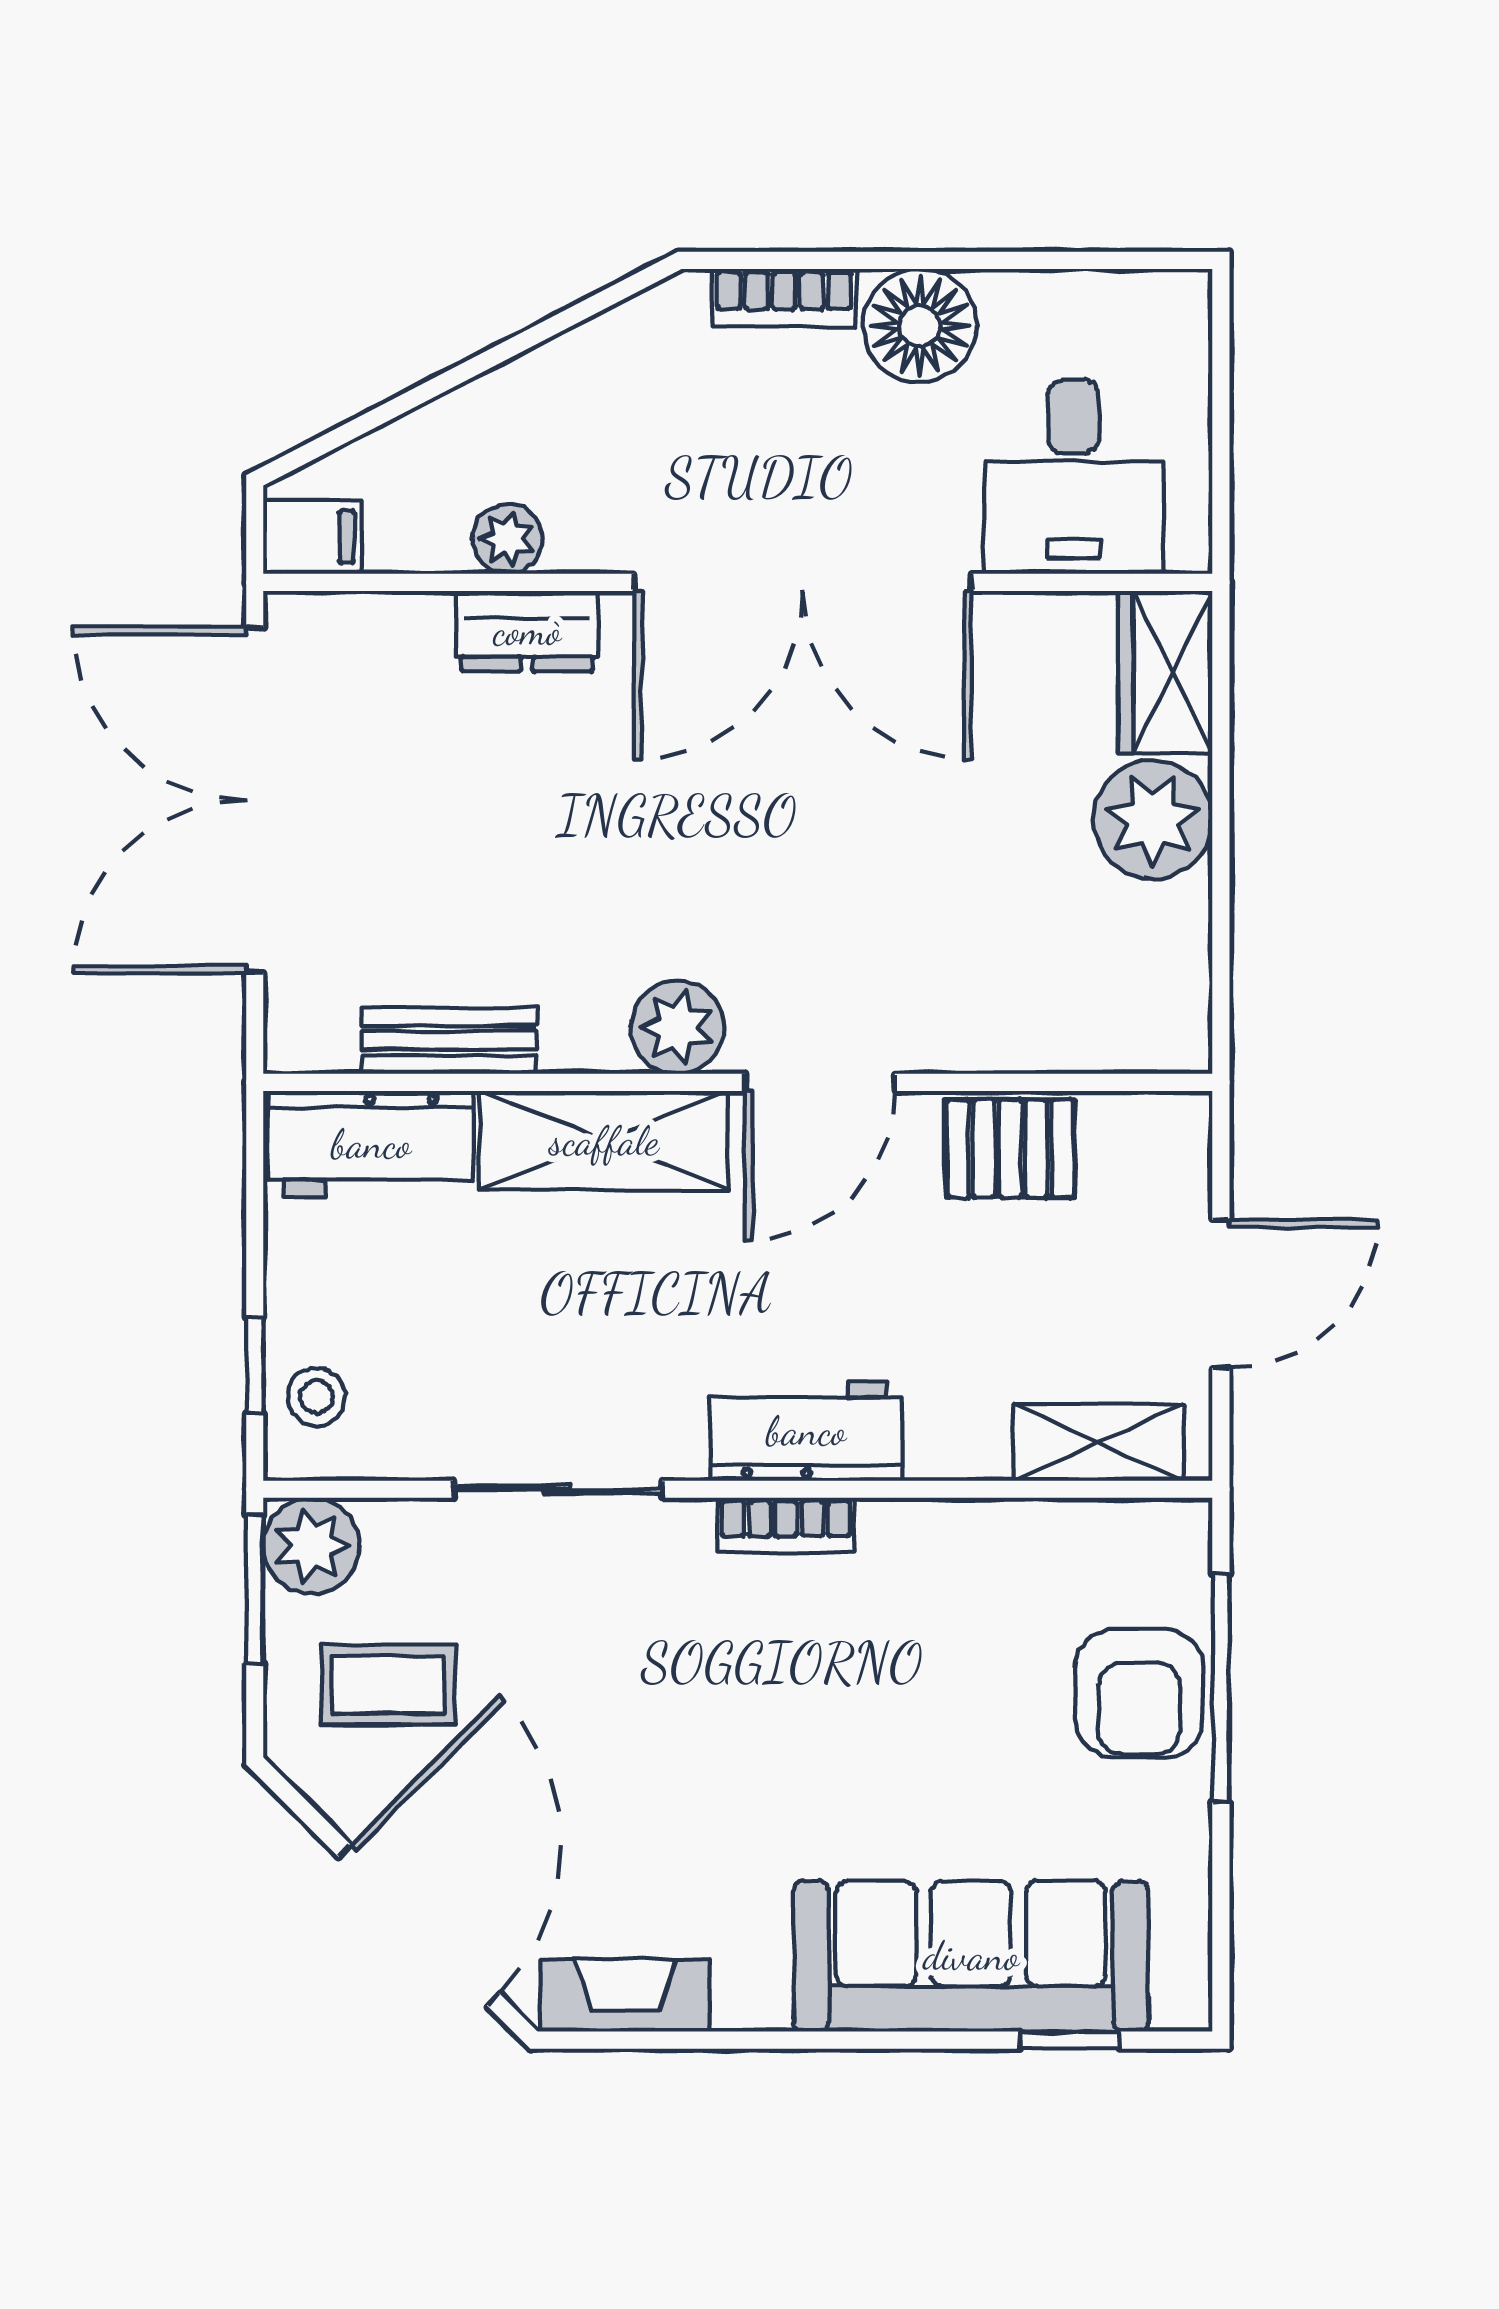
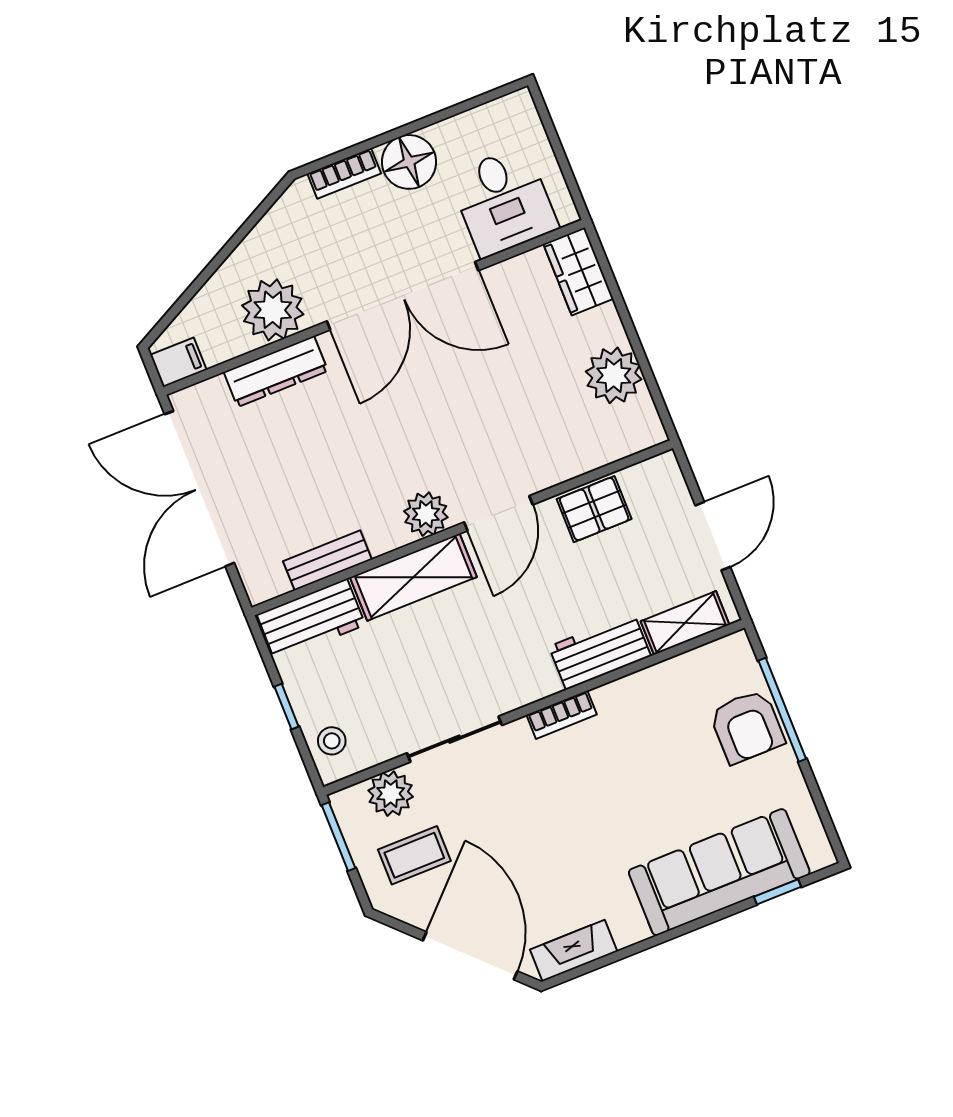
plant: (507, 539) -> (273, 310), width x1.87, depth x1.87
dresser: (527, 631) -> (276, 371), width x1.44
plant: (1153, 820) -> (614, 375), moved
window: (255, 1365) -> (287, 707), moved
workbench: (806, 1431) -> (600, 651), moved
plant: (312, 1546) -> (391, 794), moved

